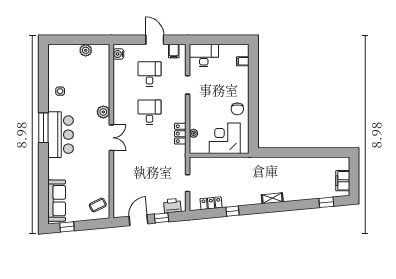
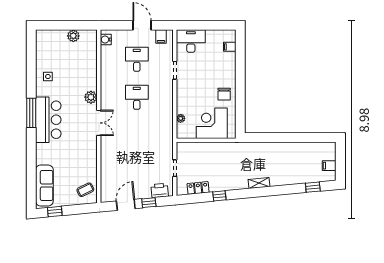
locker: (180, 134) -> (167, 119), removed
filing cabinet: (343, 181) -> (329, 166), width x0.50

